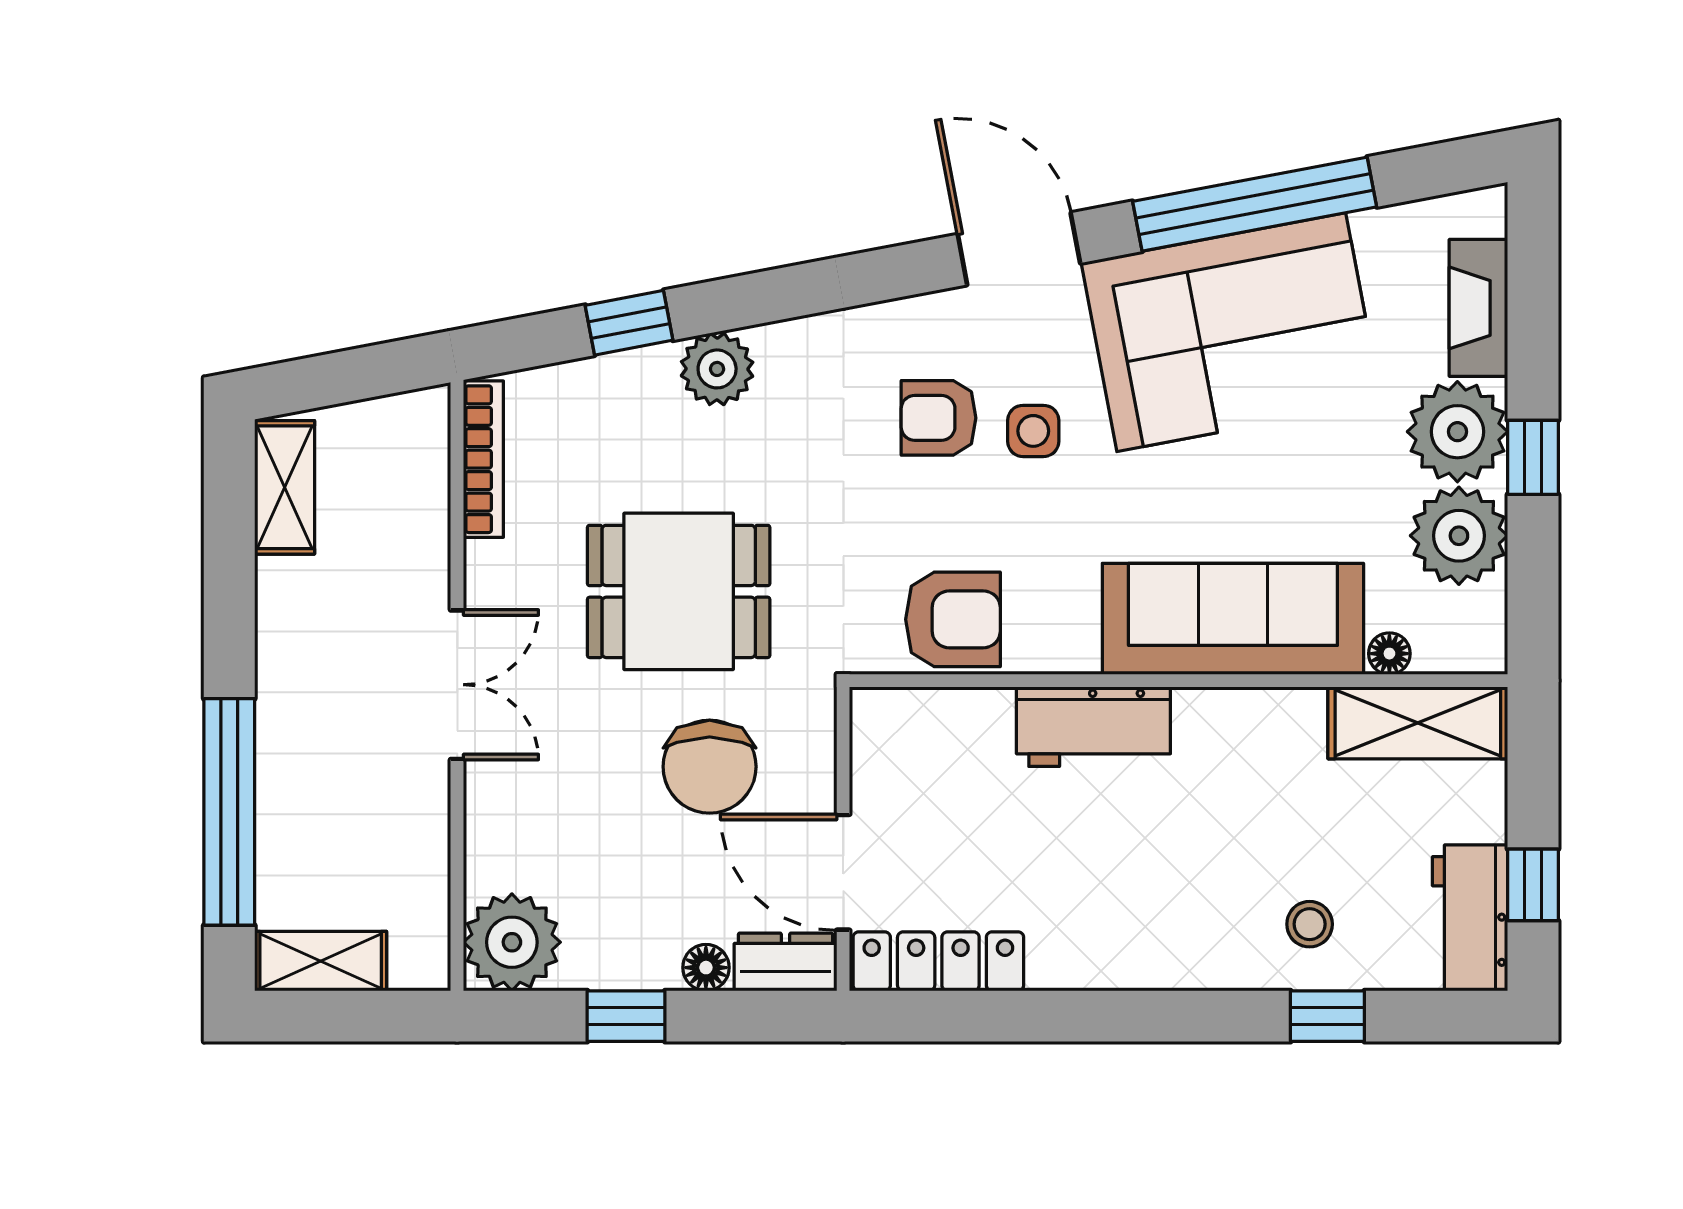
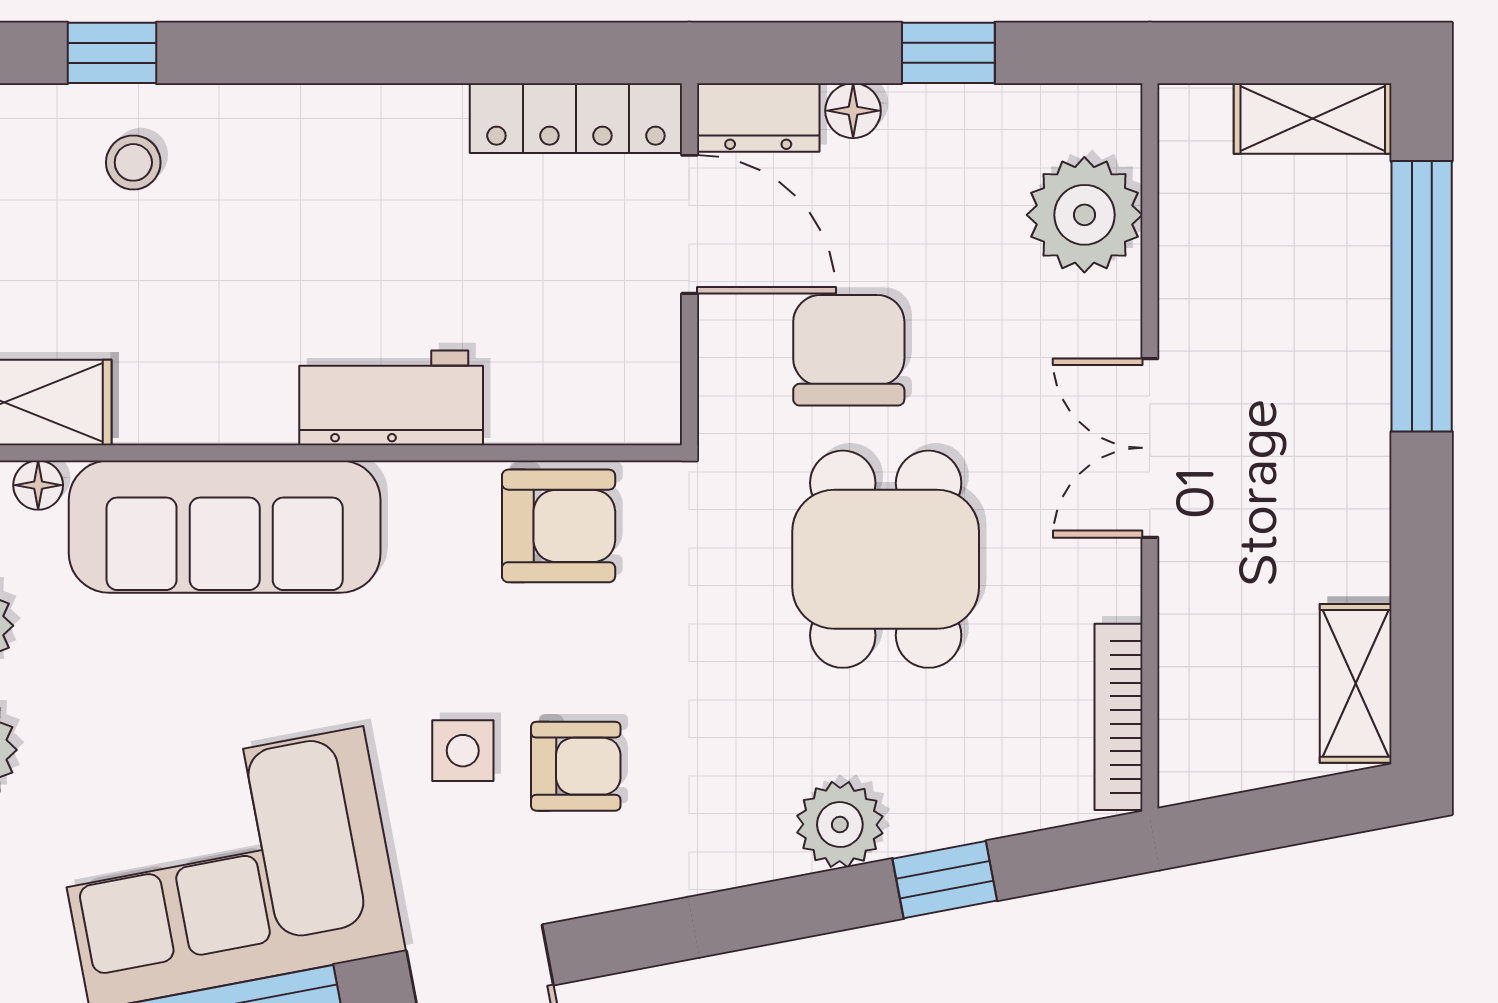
dining table: (679, 591) -> (886, 559), turned 90
armchair: (953, 619) -> (559, 526), turned 180
plant: (512, 942) -> (1084, 215), moved

